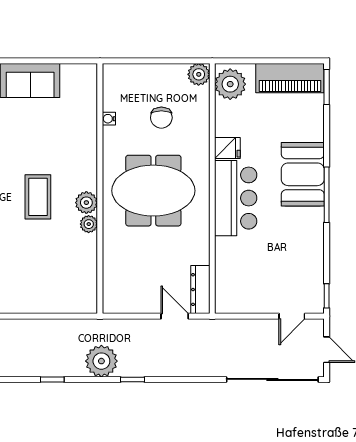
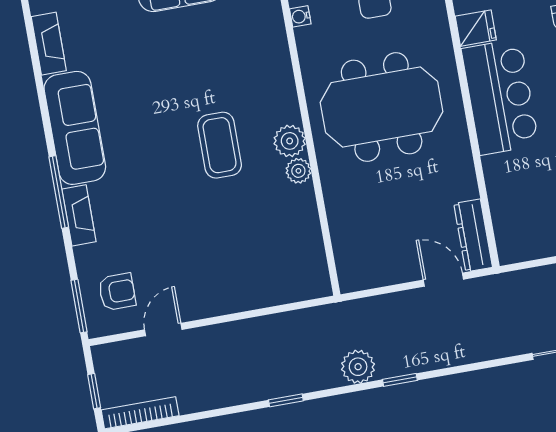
plant: (101, 361) -> (358, 367), width x0.73, depth x0.73

